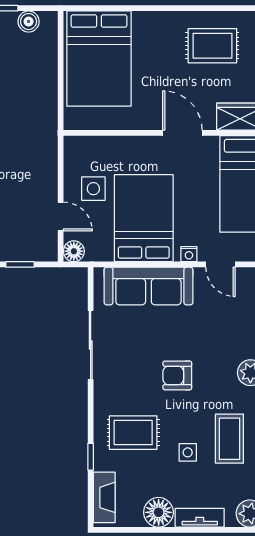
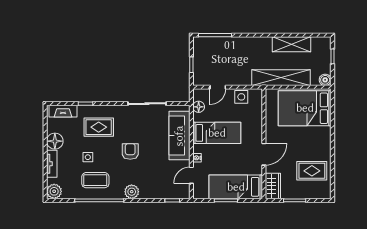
boiler: (29, 22) -> (325, 80), moved
rug: (212, 46) -> (312, 171), turned 90
shelving: (43, 102) -> (281, 78), added
side table: (93, 189) -> (241, 97), moved
bed: (144, 218) -> (217, 133), width x0.67
floor lamp: (74, 251) -> (199, 107), moved
rug: (133, 433) -> (99, 127), turned 90

